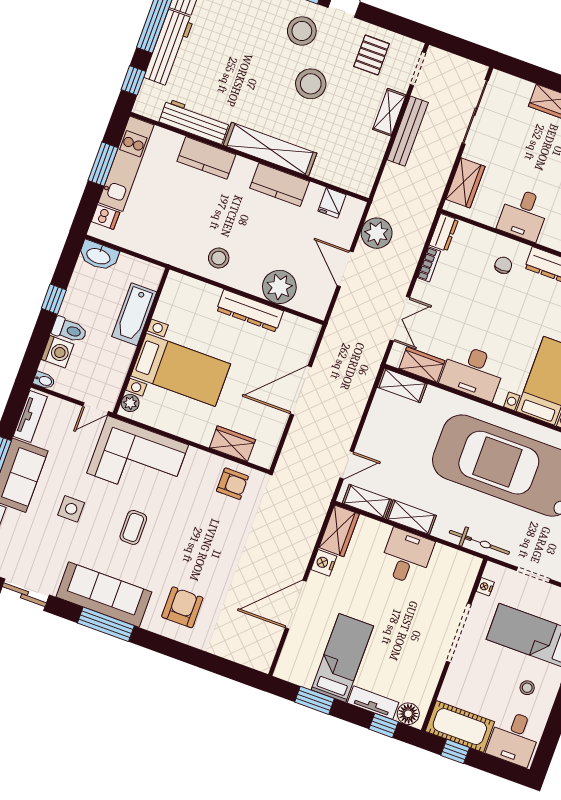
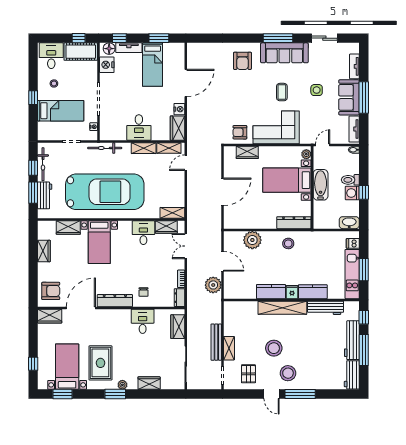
fridge: (332, 203) -> (292, 292), moved
dresser: (250, 311) -> (294, 223), moved
bathtub: (134, 314) -> (321, 185), moved
washing machine: (57, 352) -> (352, 193), moved
desk: (473, 372) -> (143, 233), width x0.73
corner sofa: (138, 459) -> (276, 127), moved
nightstand: (423, 687) -> (107, 65), added

